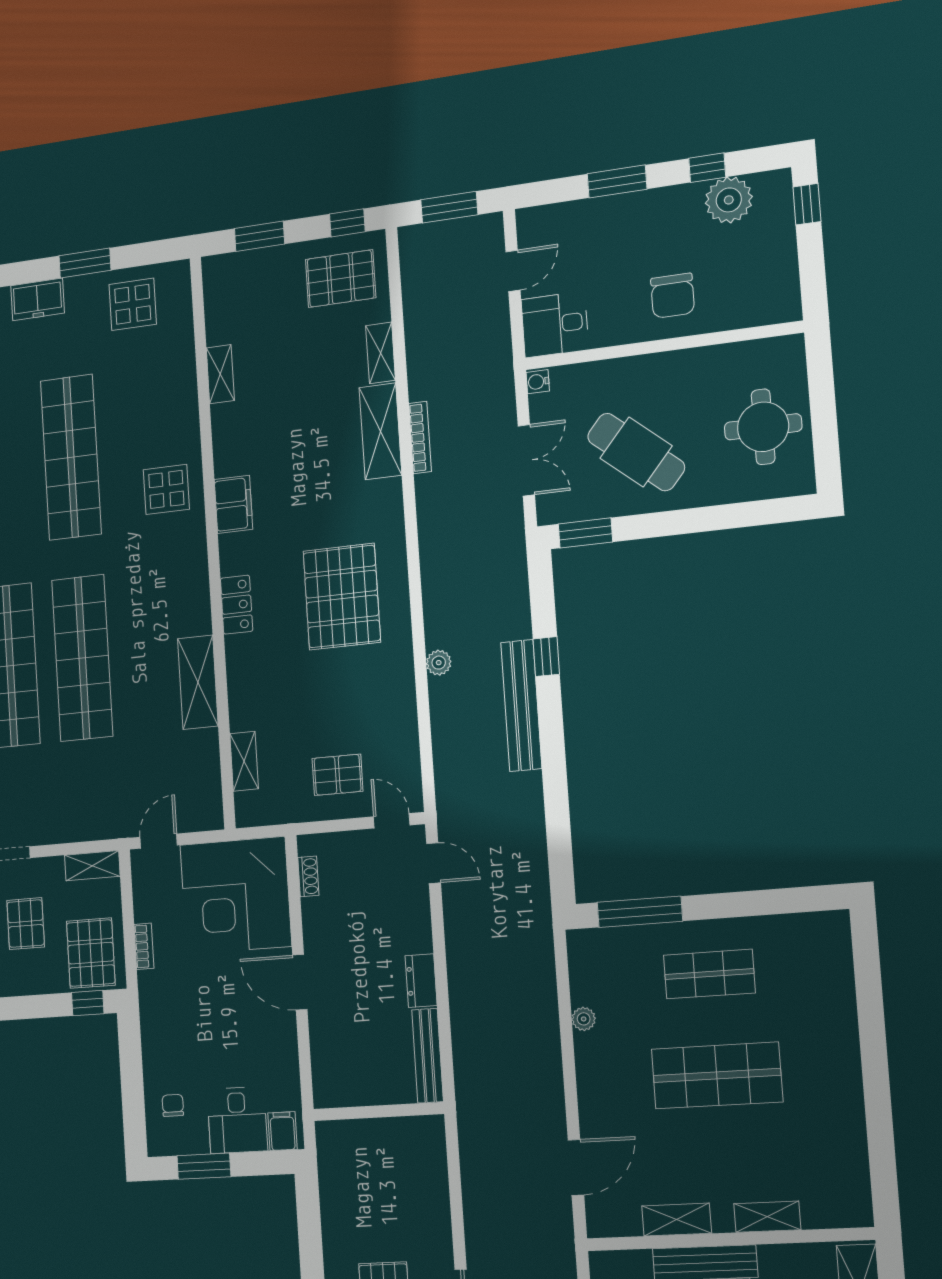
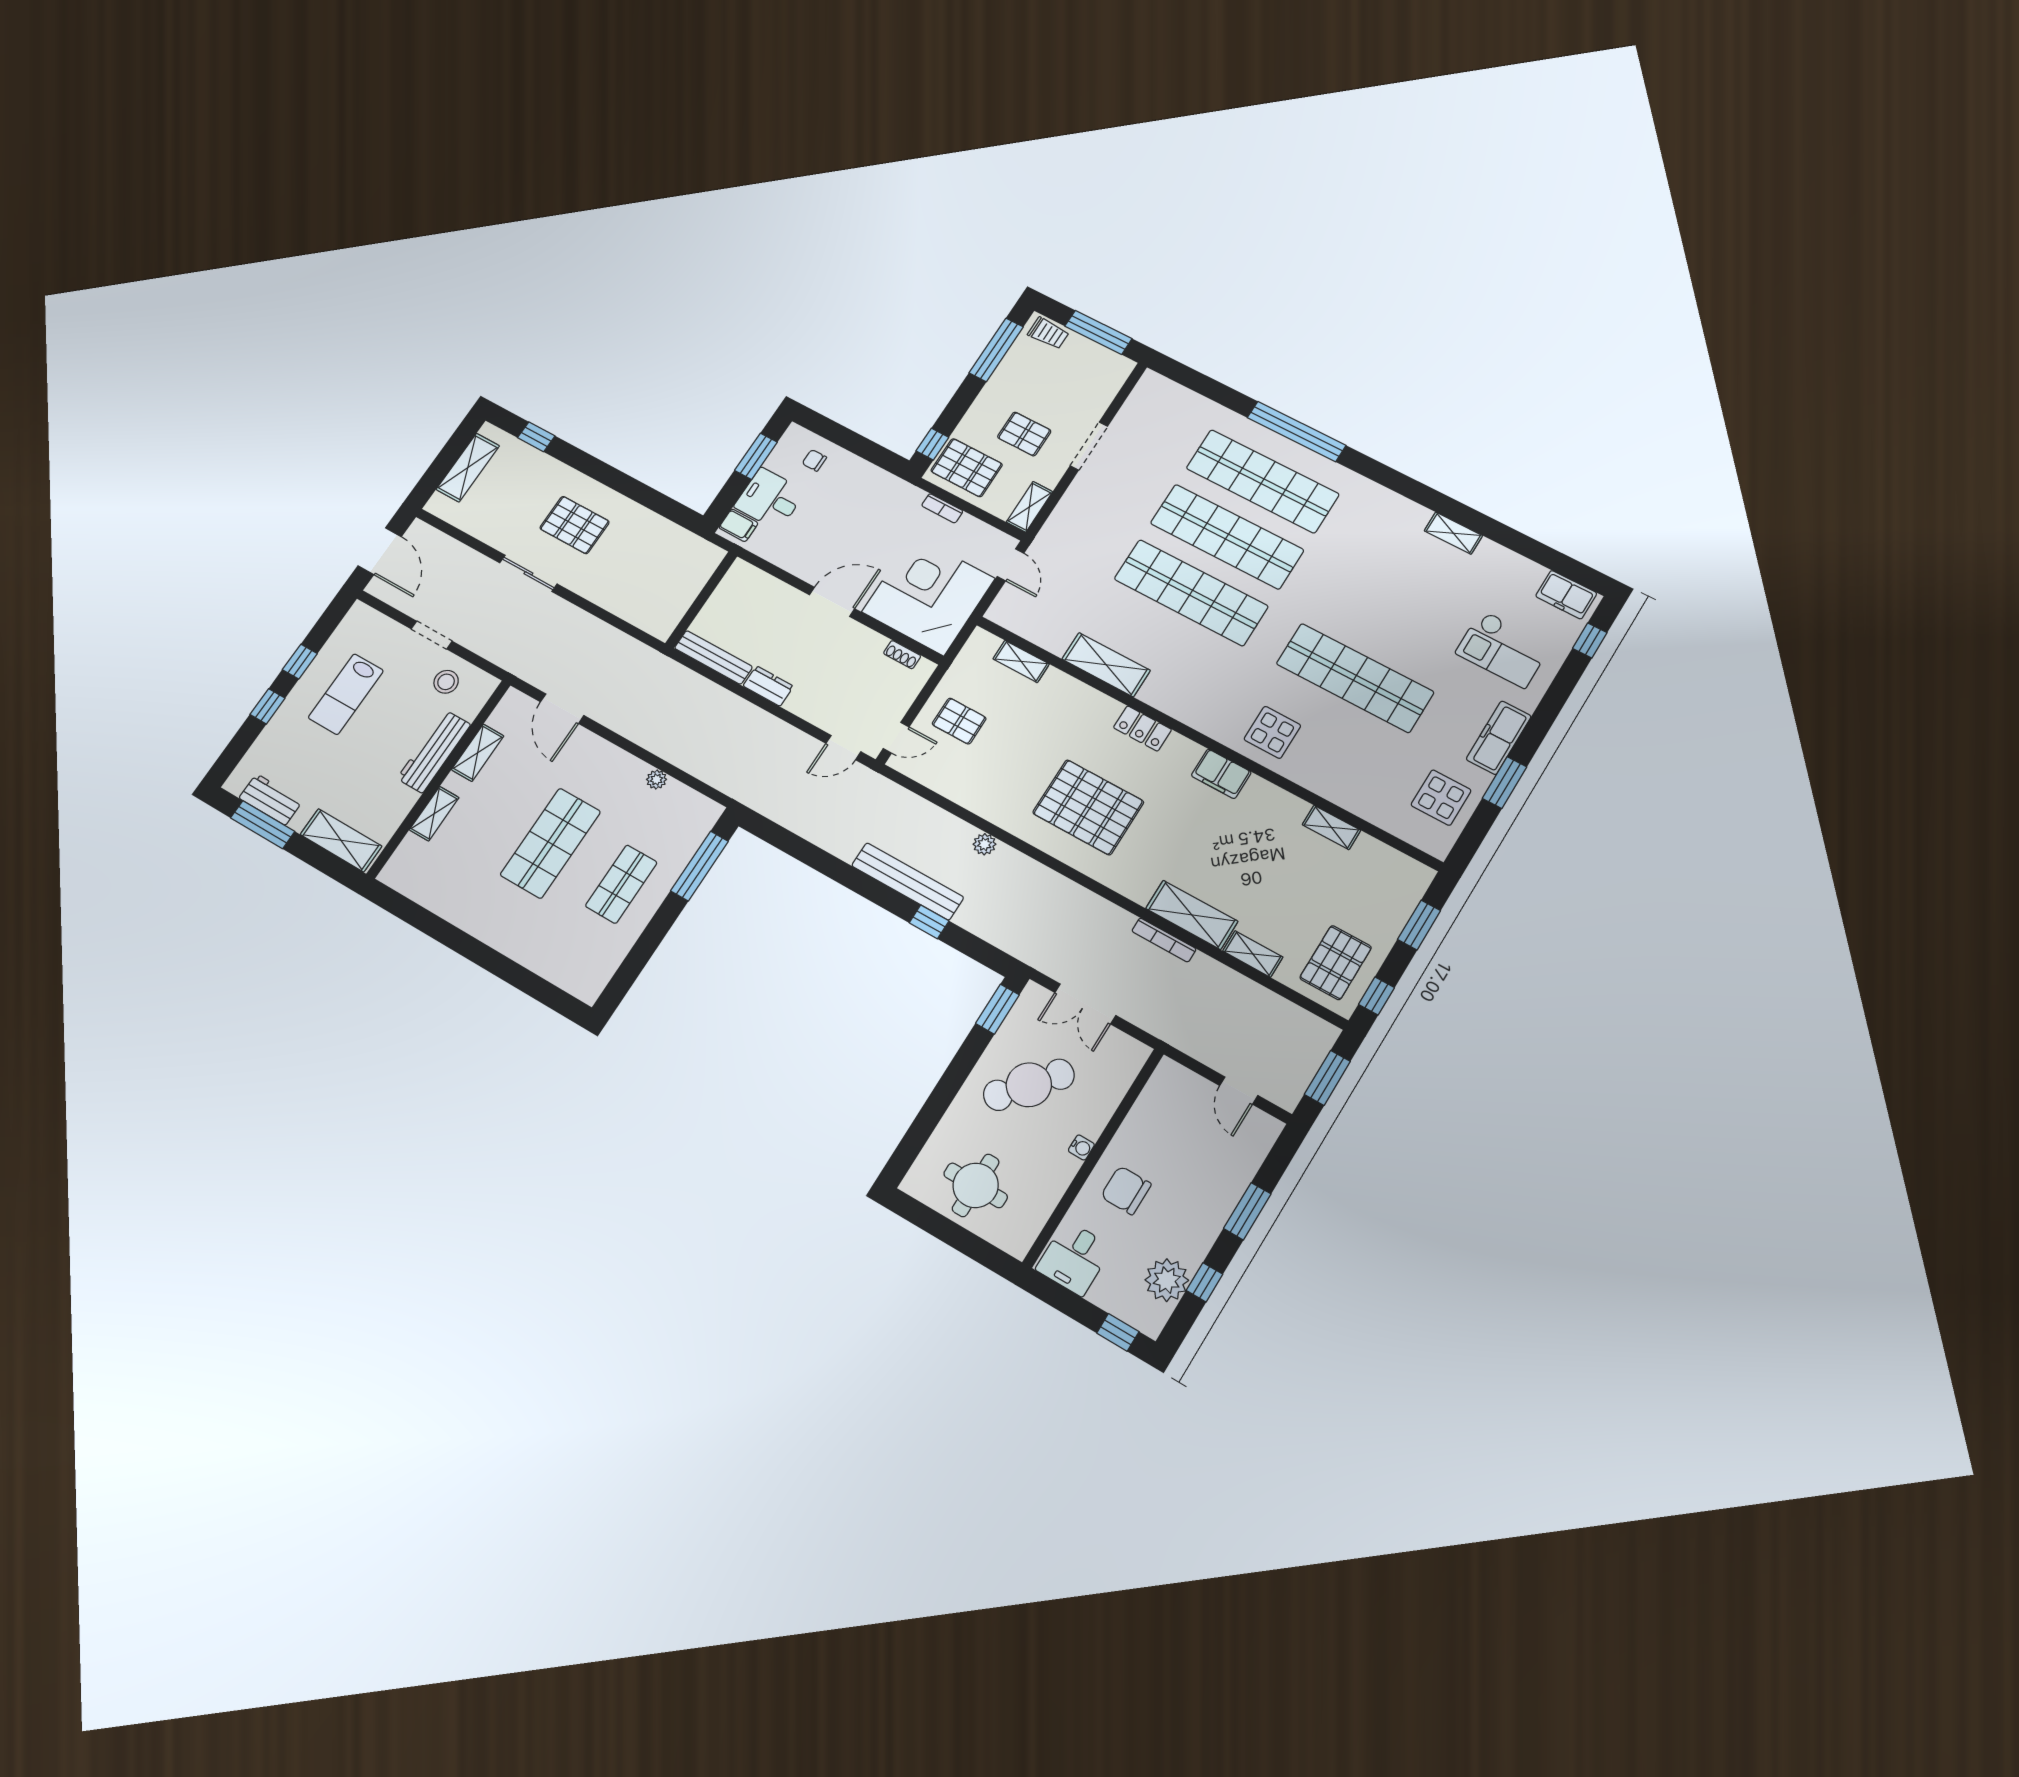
freezer: (37, 299) -> (1499, 738), width x1.40
desk: (555, 324) -> (1074, 1258), moved, turned 180
water cooler: (538, 382) -> (1081, 1147), moved, turned 90
pallet: (338, 775) -> (959, 721), turned 90
chair: (173, 1105) -> (814, 460), turned 180

